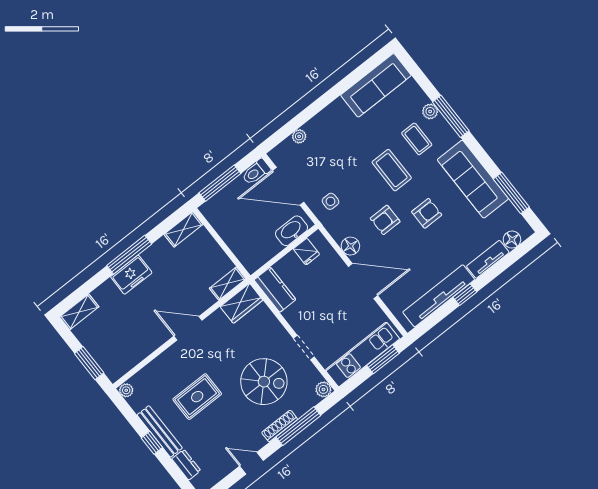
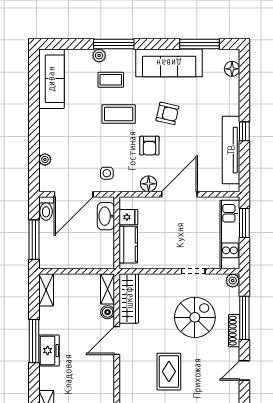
armchair: (427, 213) -> (167, 113), turned 103
tv unit: (488, 259) -> (232, 96), removed
kitchen counter: (275, 290) -> (128, 245), moved, turned 90
boiler: (207, 300) -> (108, 312), added
wardrobe: (241, 303) -> (129, 298), width x1.50

